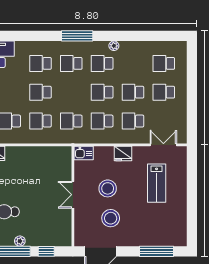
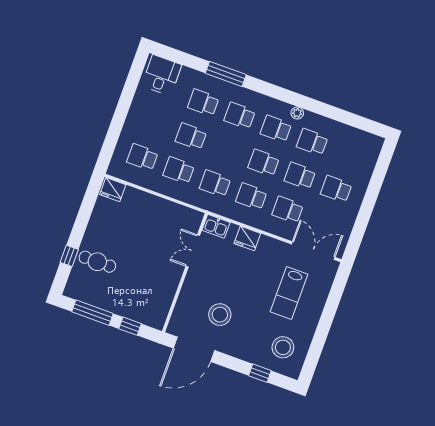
window: (77, 36) -> (226, 74), moved
school desk: (164, 63) -> (312, 142), moved
double door: (163, 145) -> (313, 251), width x1.37
fridge: (123, 154) -> (247, 238), moved
stool: (108, 188) -> (283, 347), moved
double door: (73, 195) -> (193, 251), moved
plant: (20, 241) -> (103, 303), removed
window: (156, 251) -> (260, 373), width x0.46

